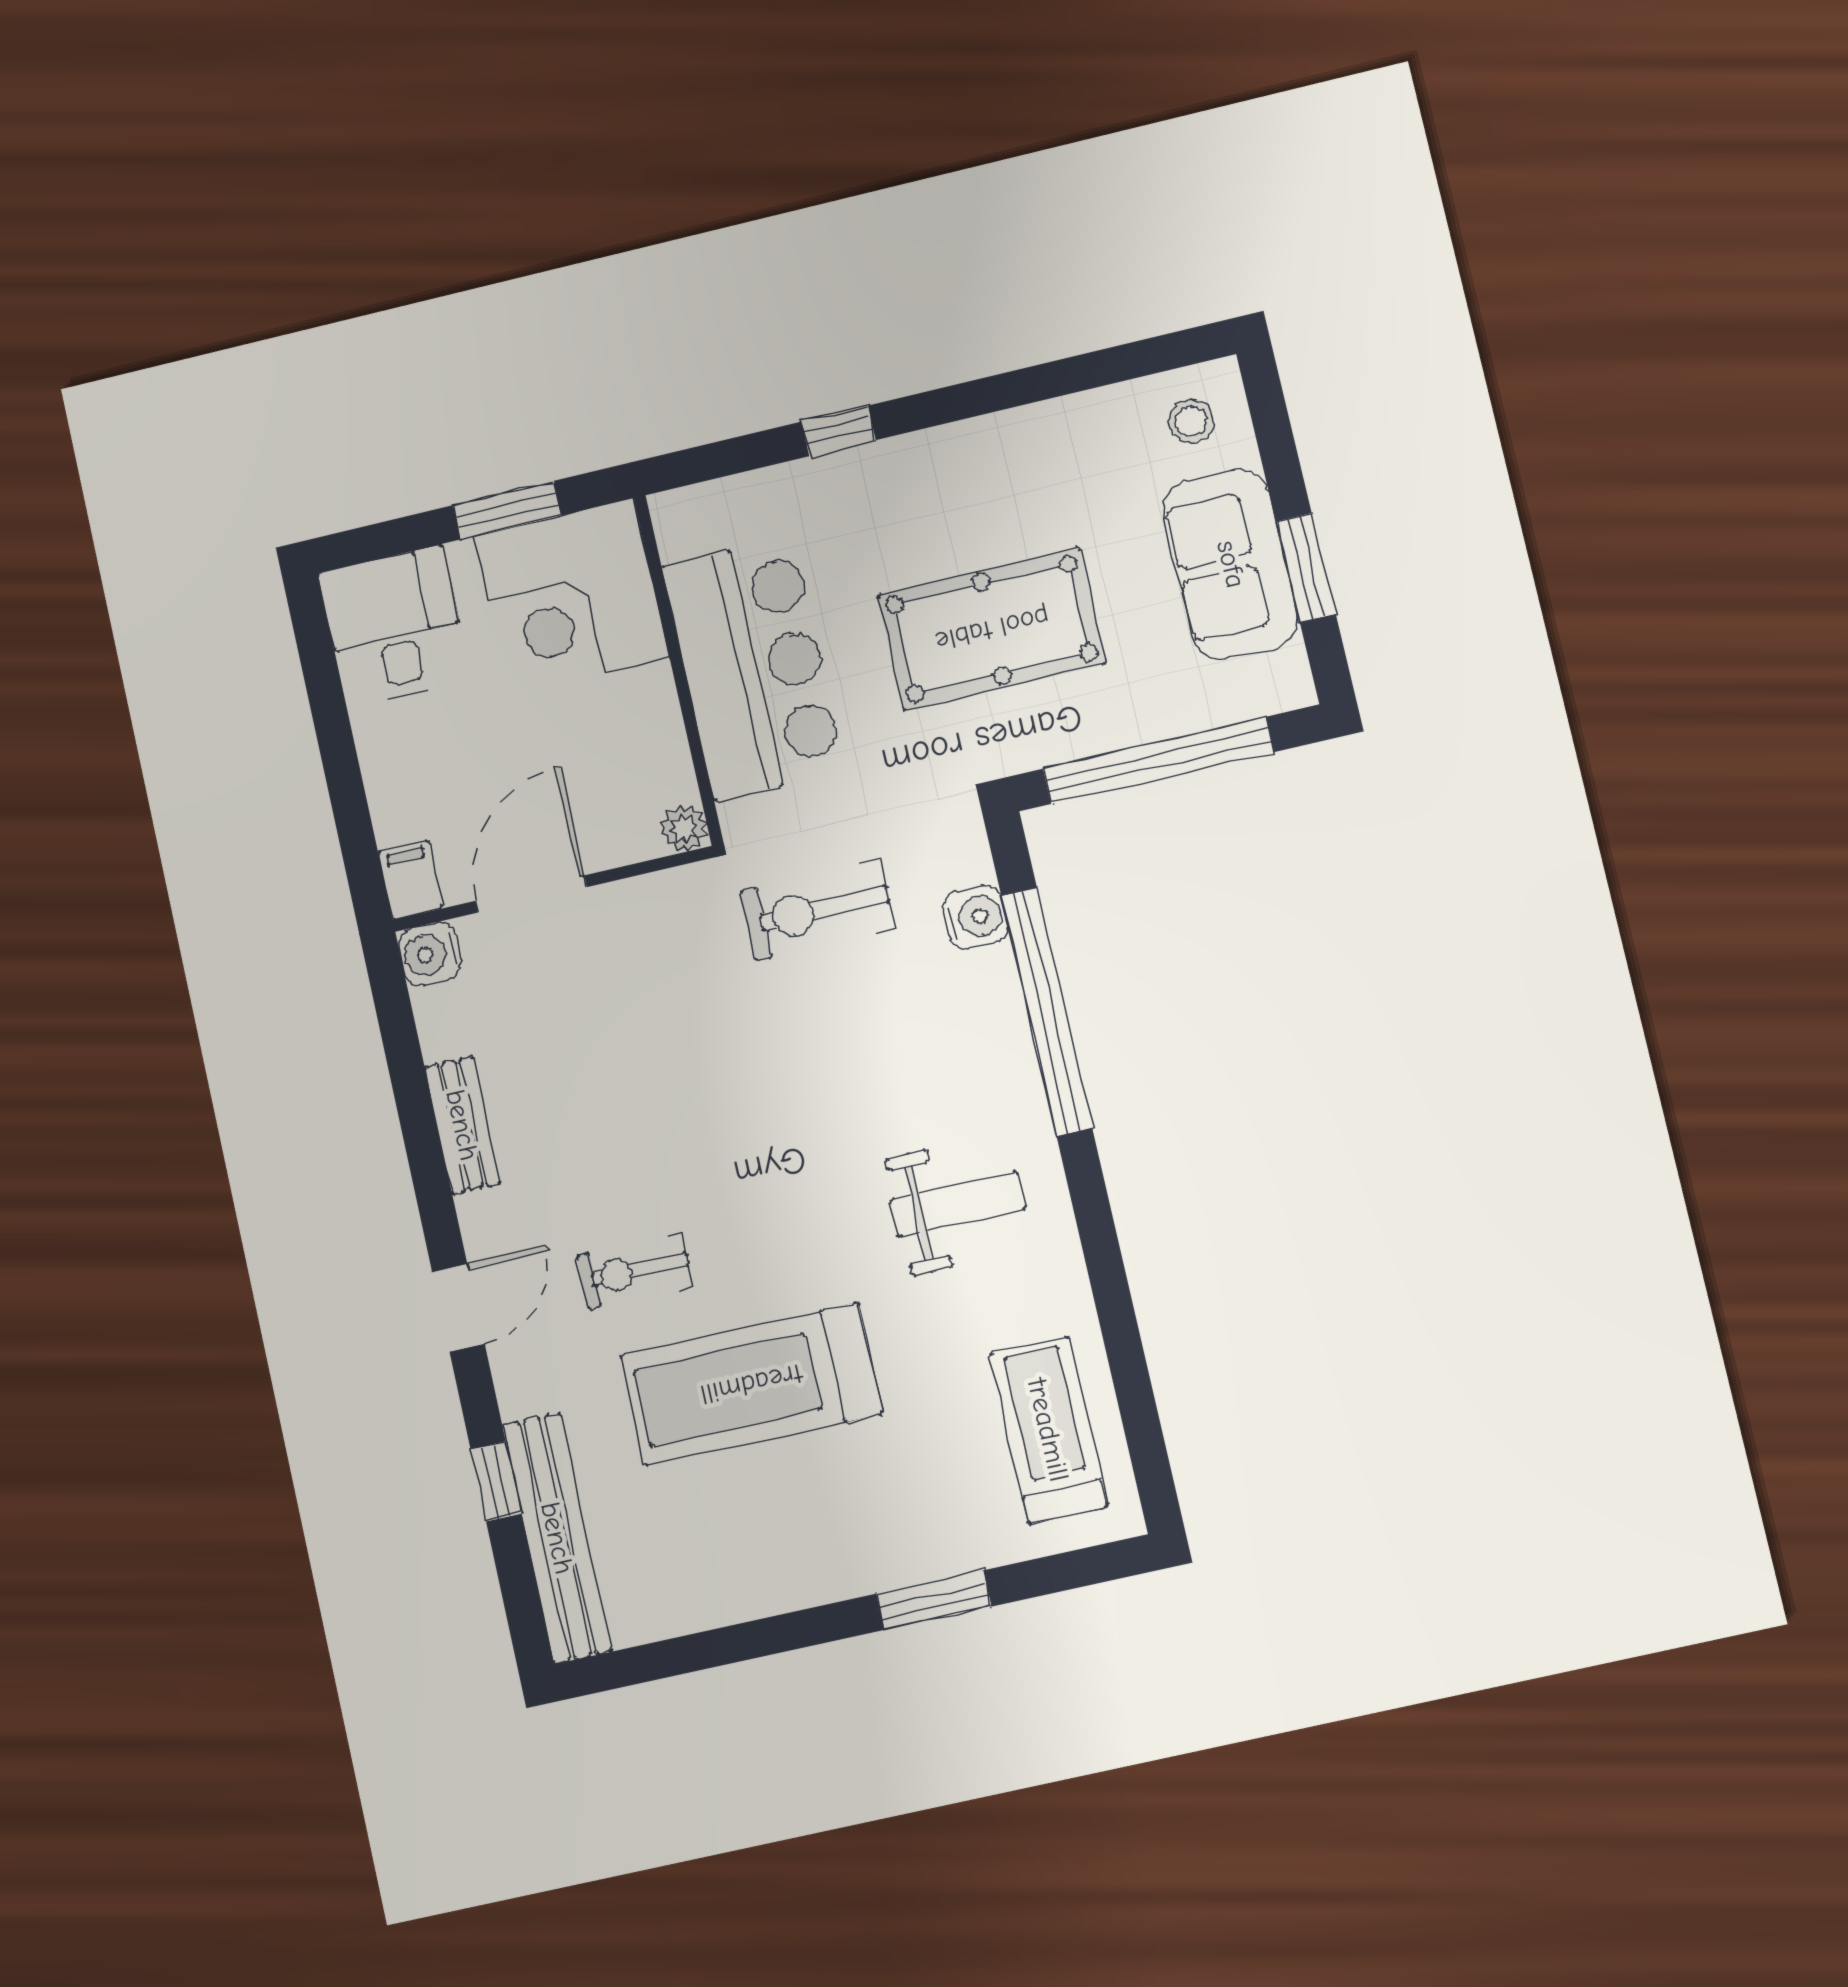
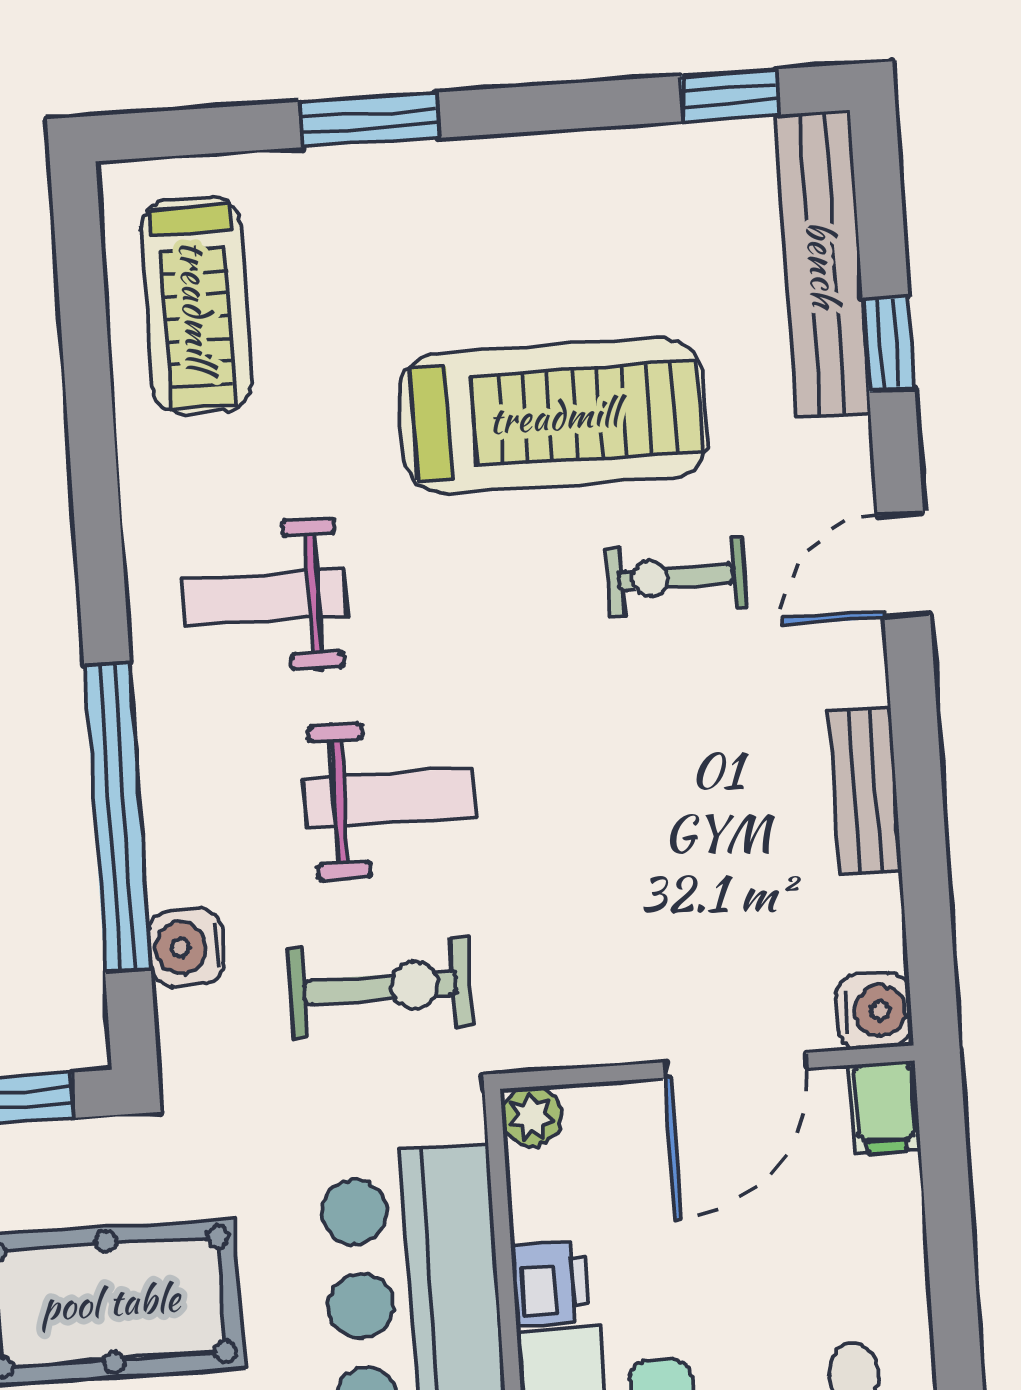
printer: (650, 701) -> (550, 1283), added
weight bench: (833, 1061) -> (390, 798), added
exercise bike: (635, 1271) -> (676, 577), turned 180
window: (651, 1662) -> (730, 95), added

